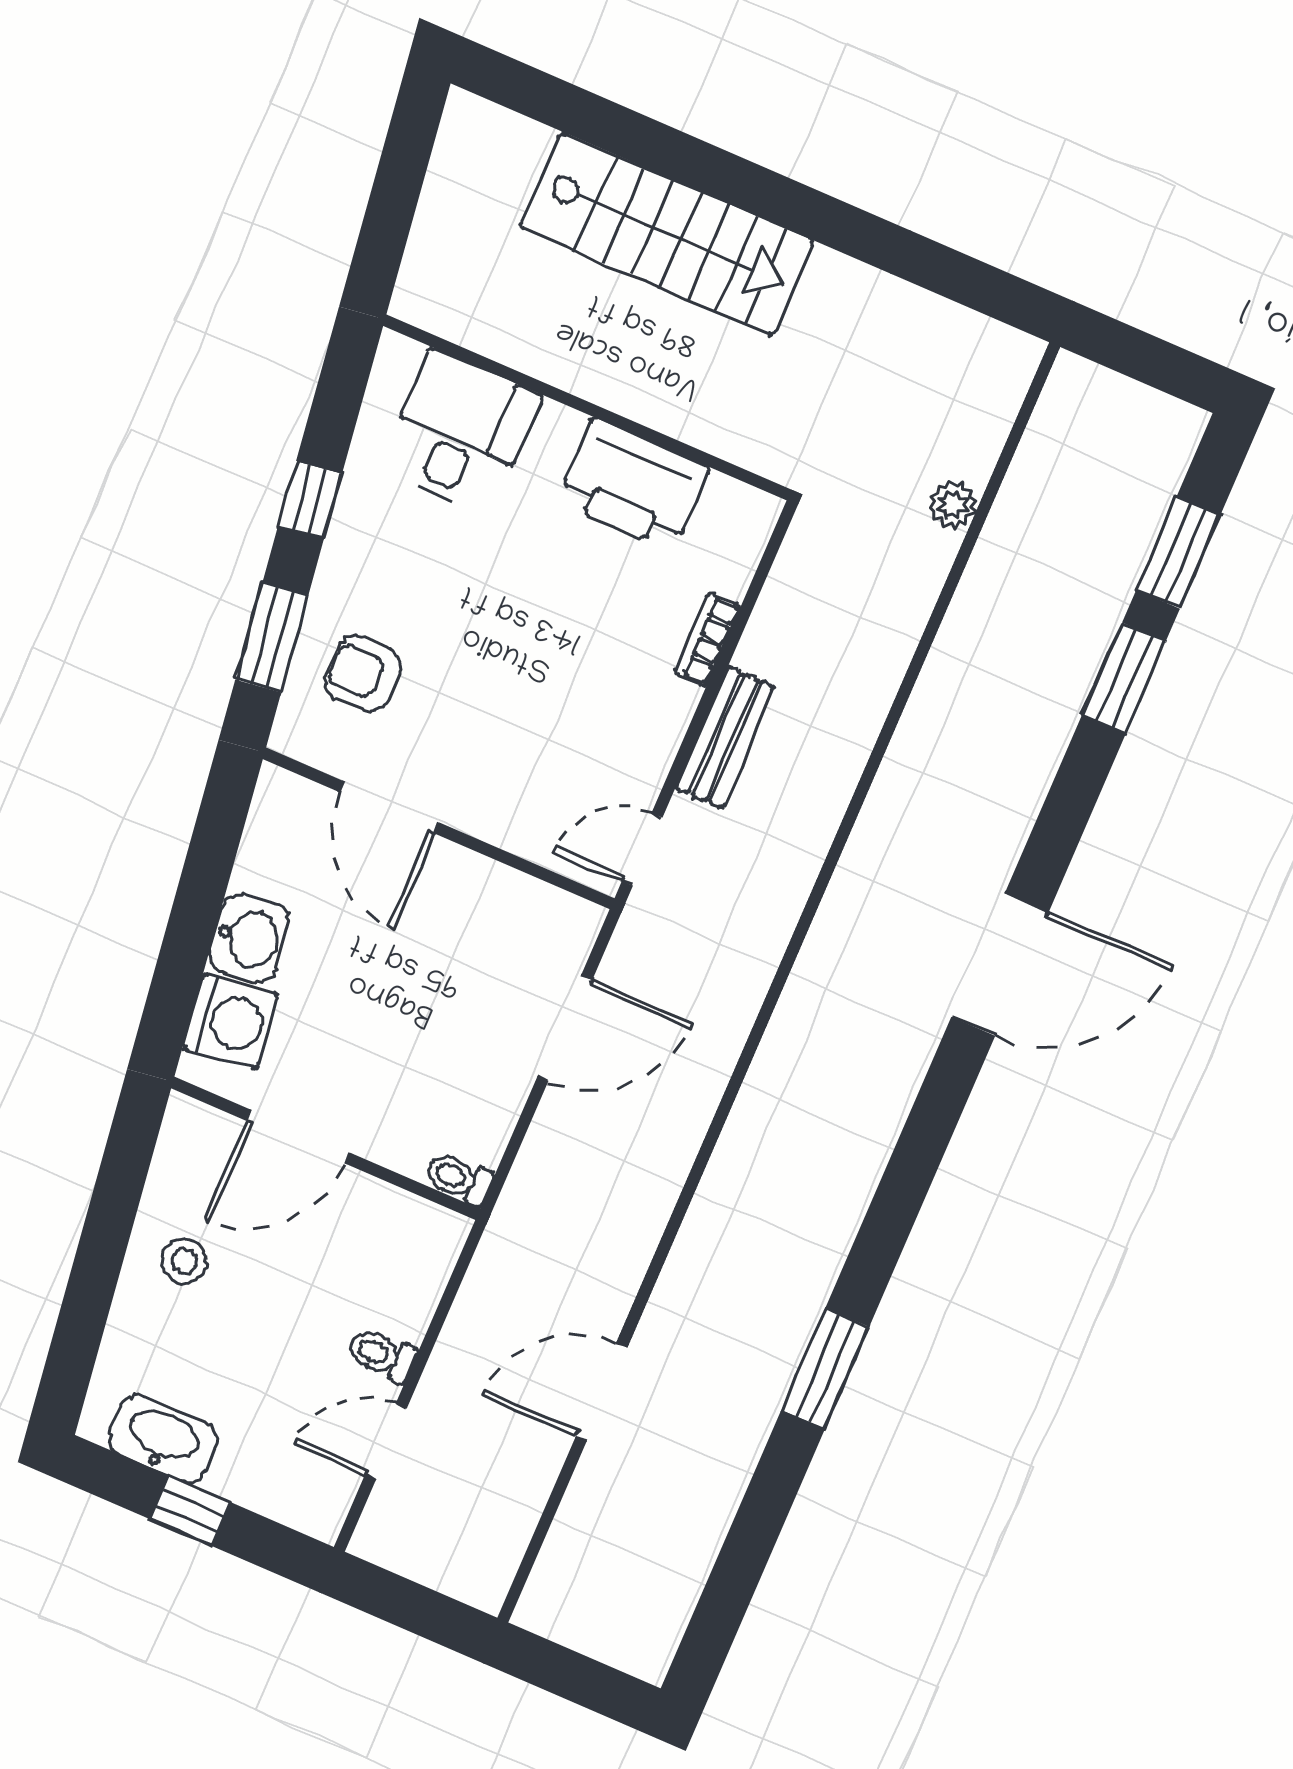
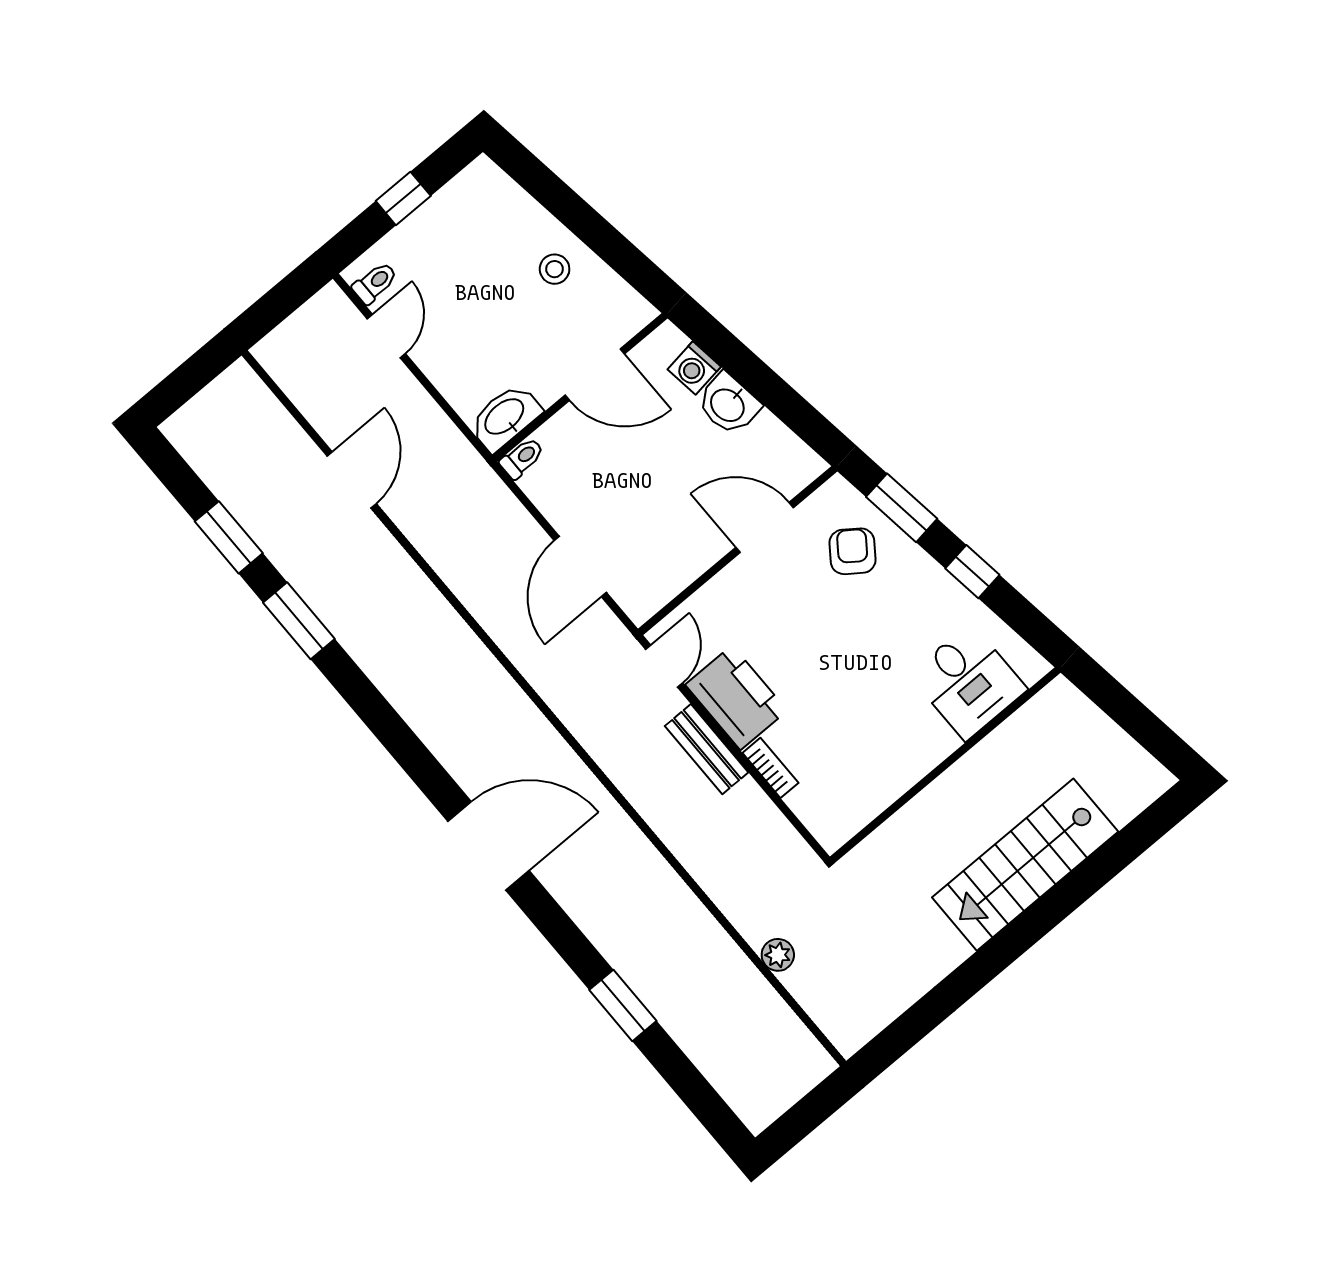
printer: (633, 484) -> (736, 698), moved, turned 90
window: (1178, 552) -> (229, 537), moved
armchair: (363, 674) -> (853, 551), turned -54
door: (1000, 965) -> (488, 846), swing flipped
washing machine: (230, 1021) -> (694, 368), width x0.73, depth x0.73
door: (298, 1137) -> (595, 375), swing flipped
toilet: (382, 1355) -> (375, 283), moved
washbasin: (163, 1439) -> (505, 417), moved, turned 180

